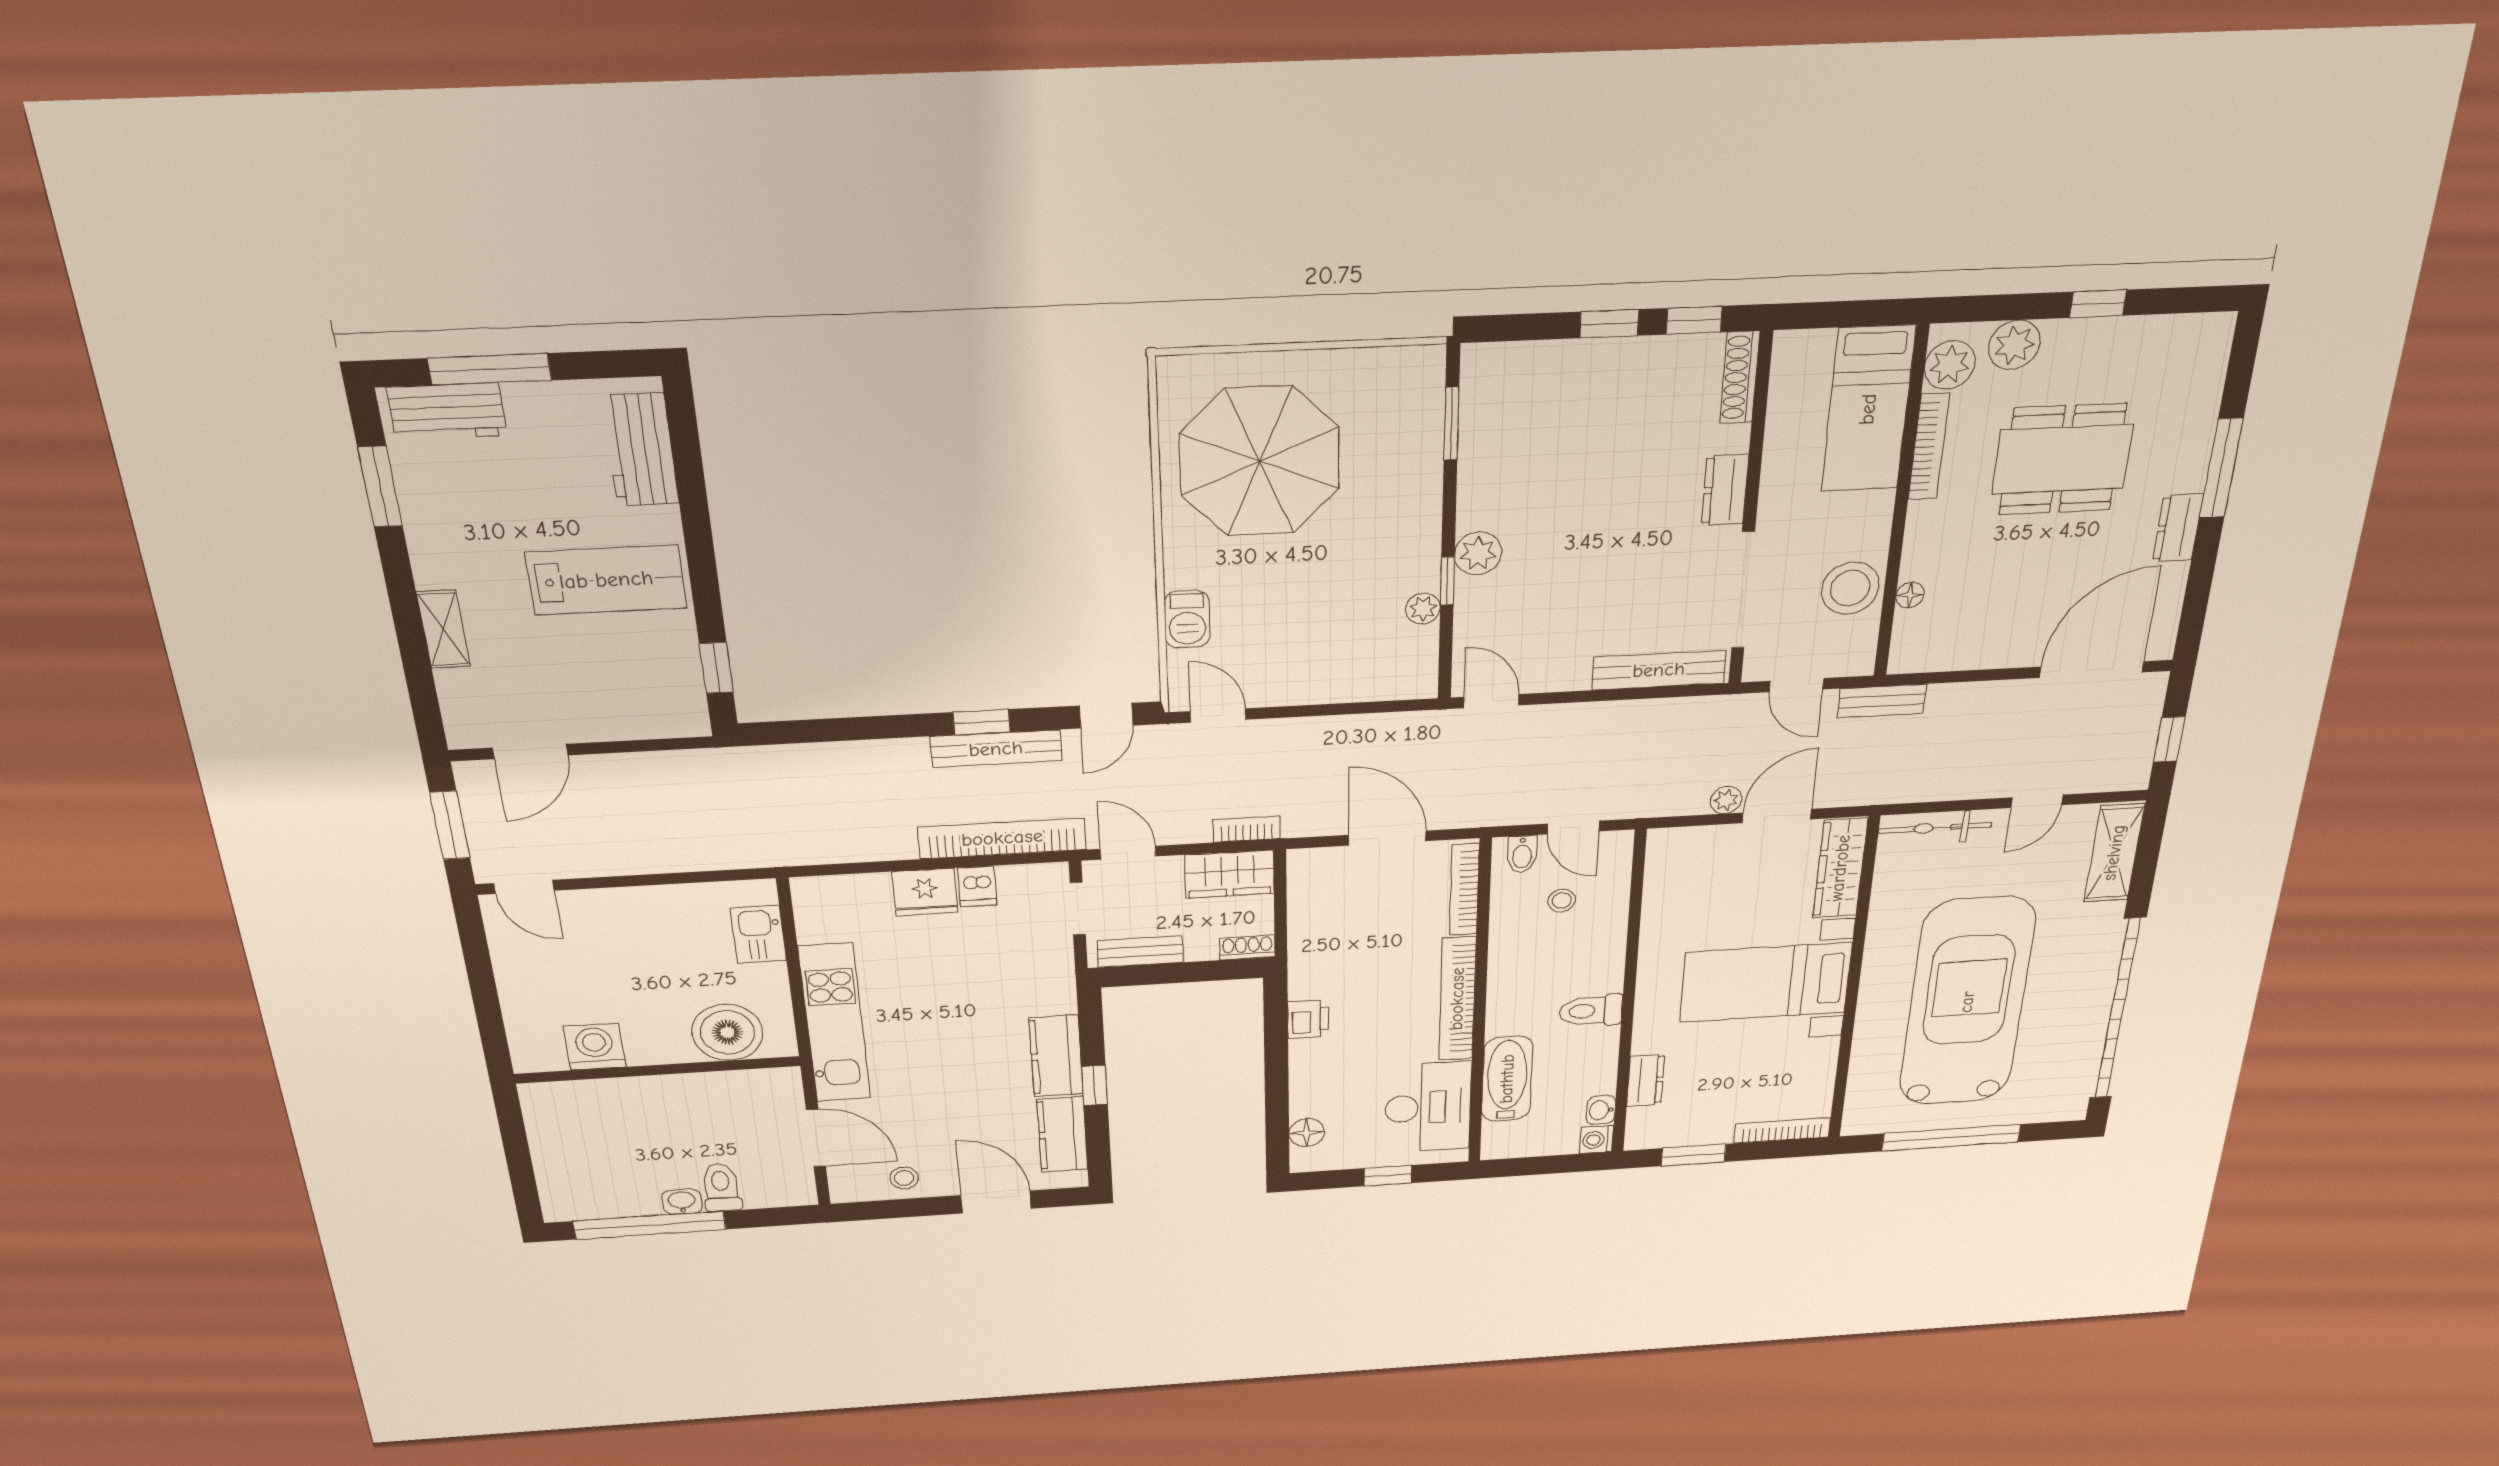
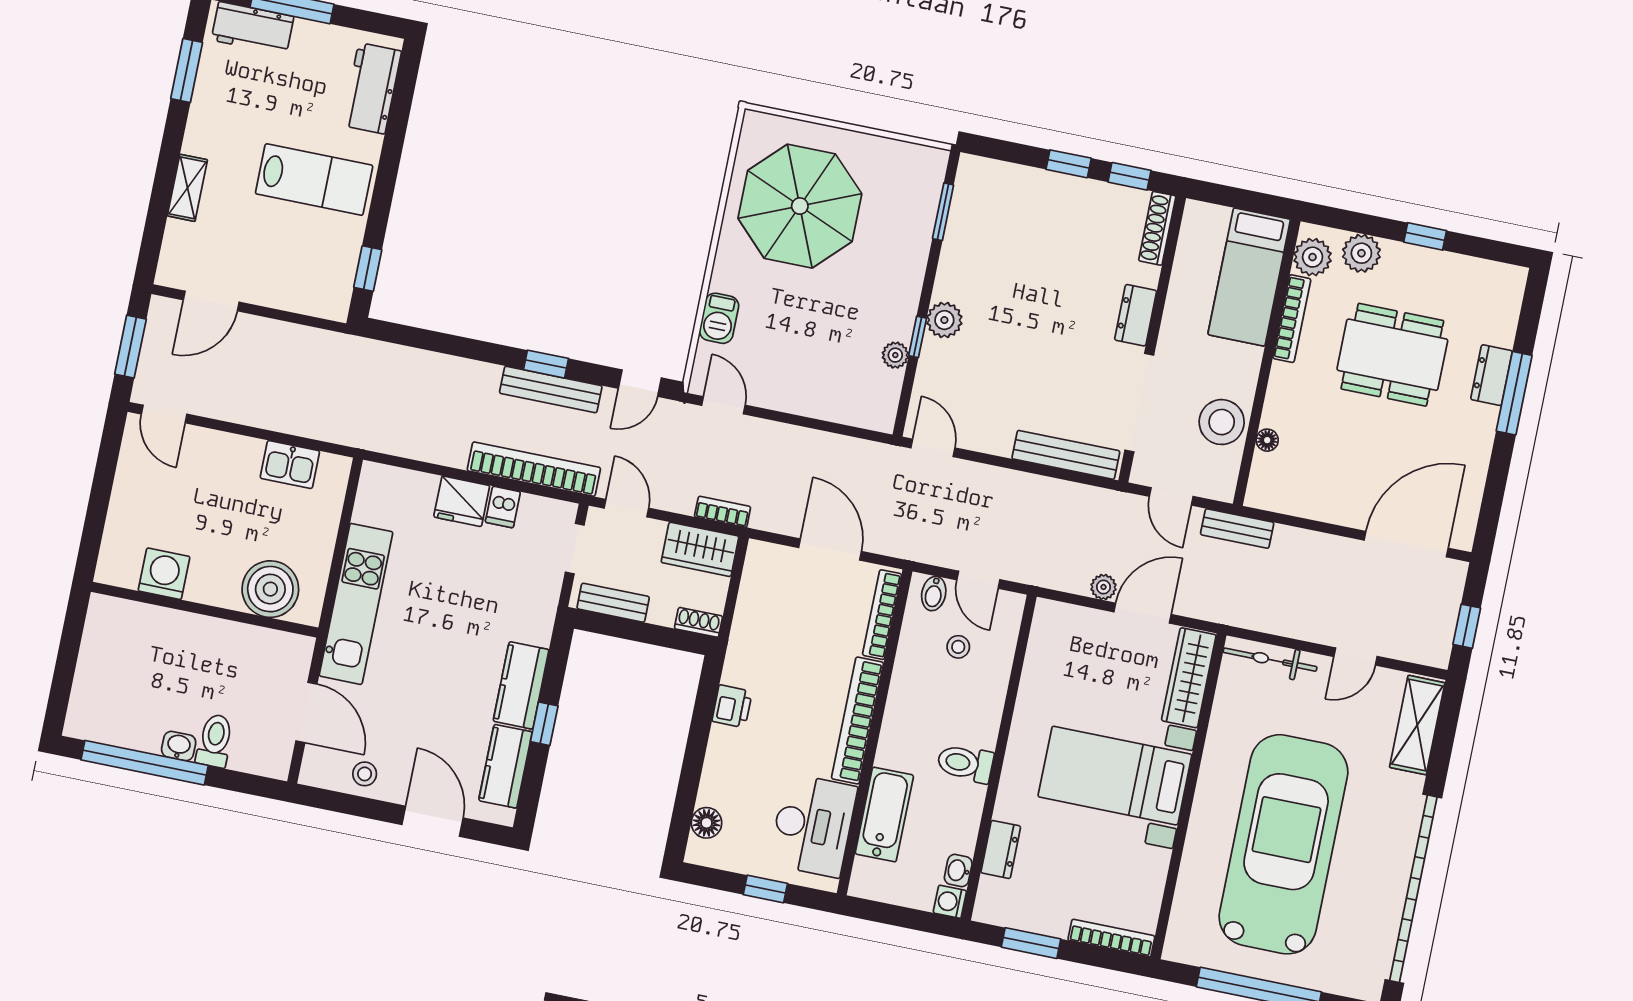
dresser: (2178, 528) -> (1492, 375), moved
kitchen sink: (758, 934) -> (290, 465), moved, turned -90

